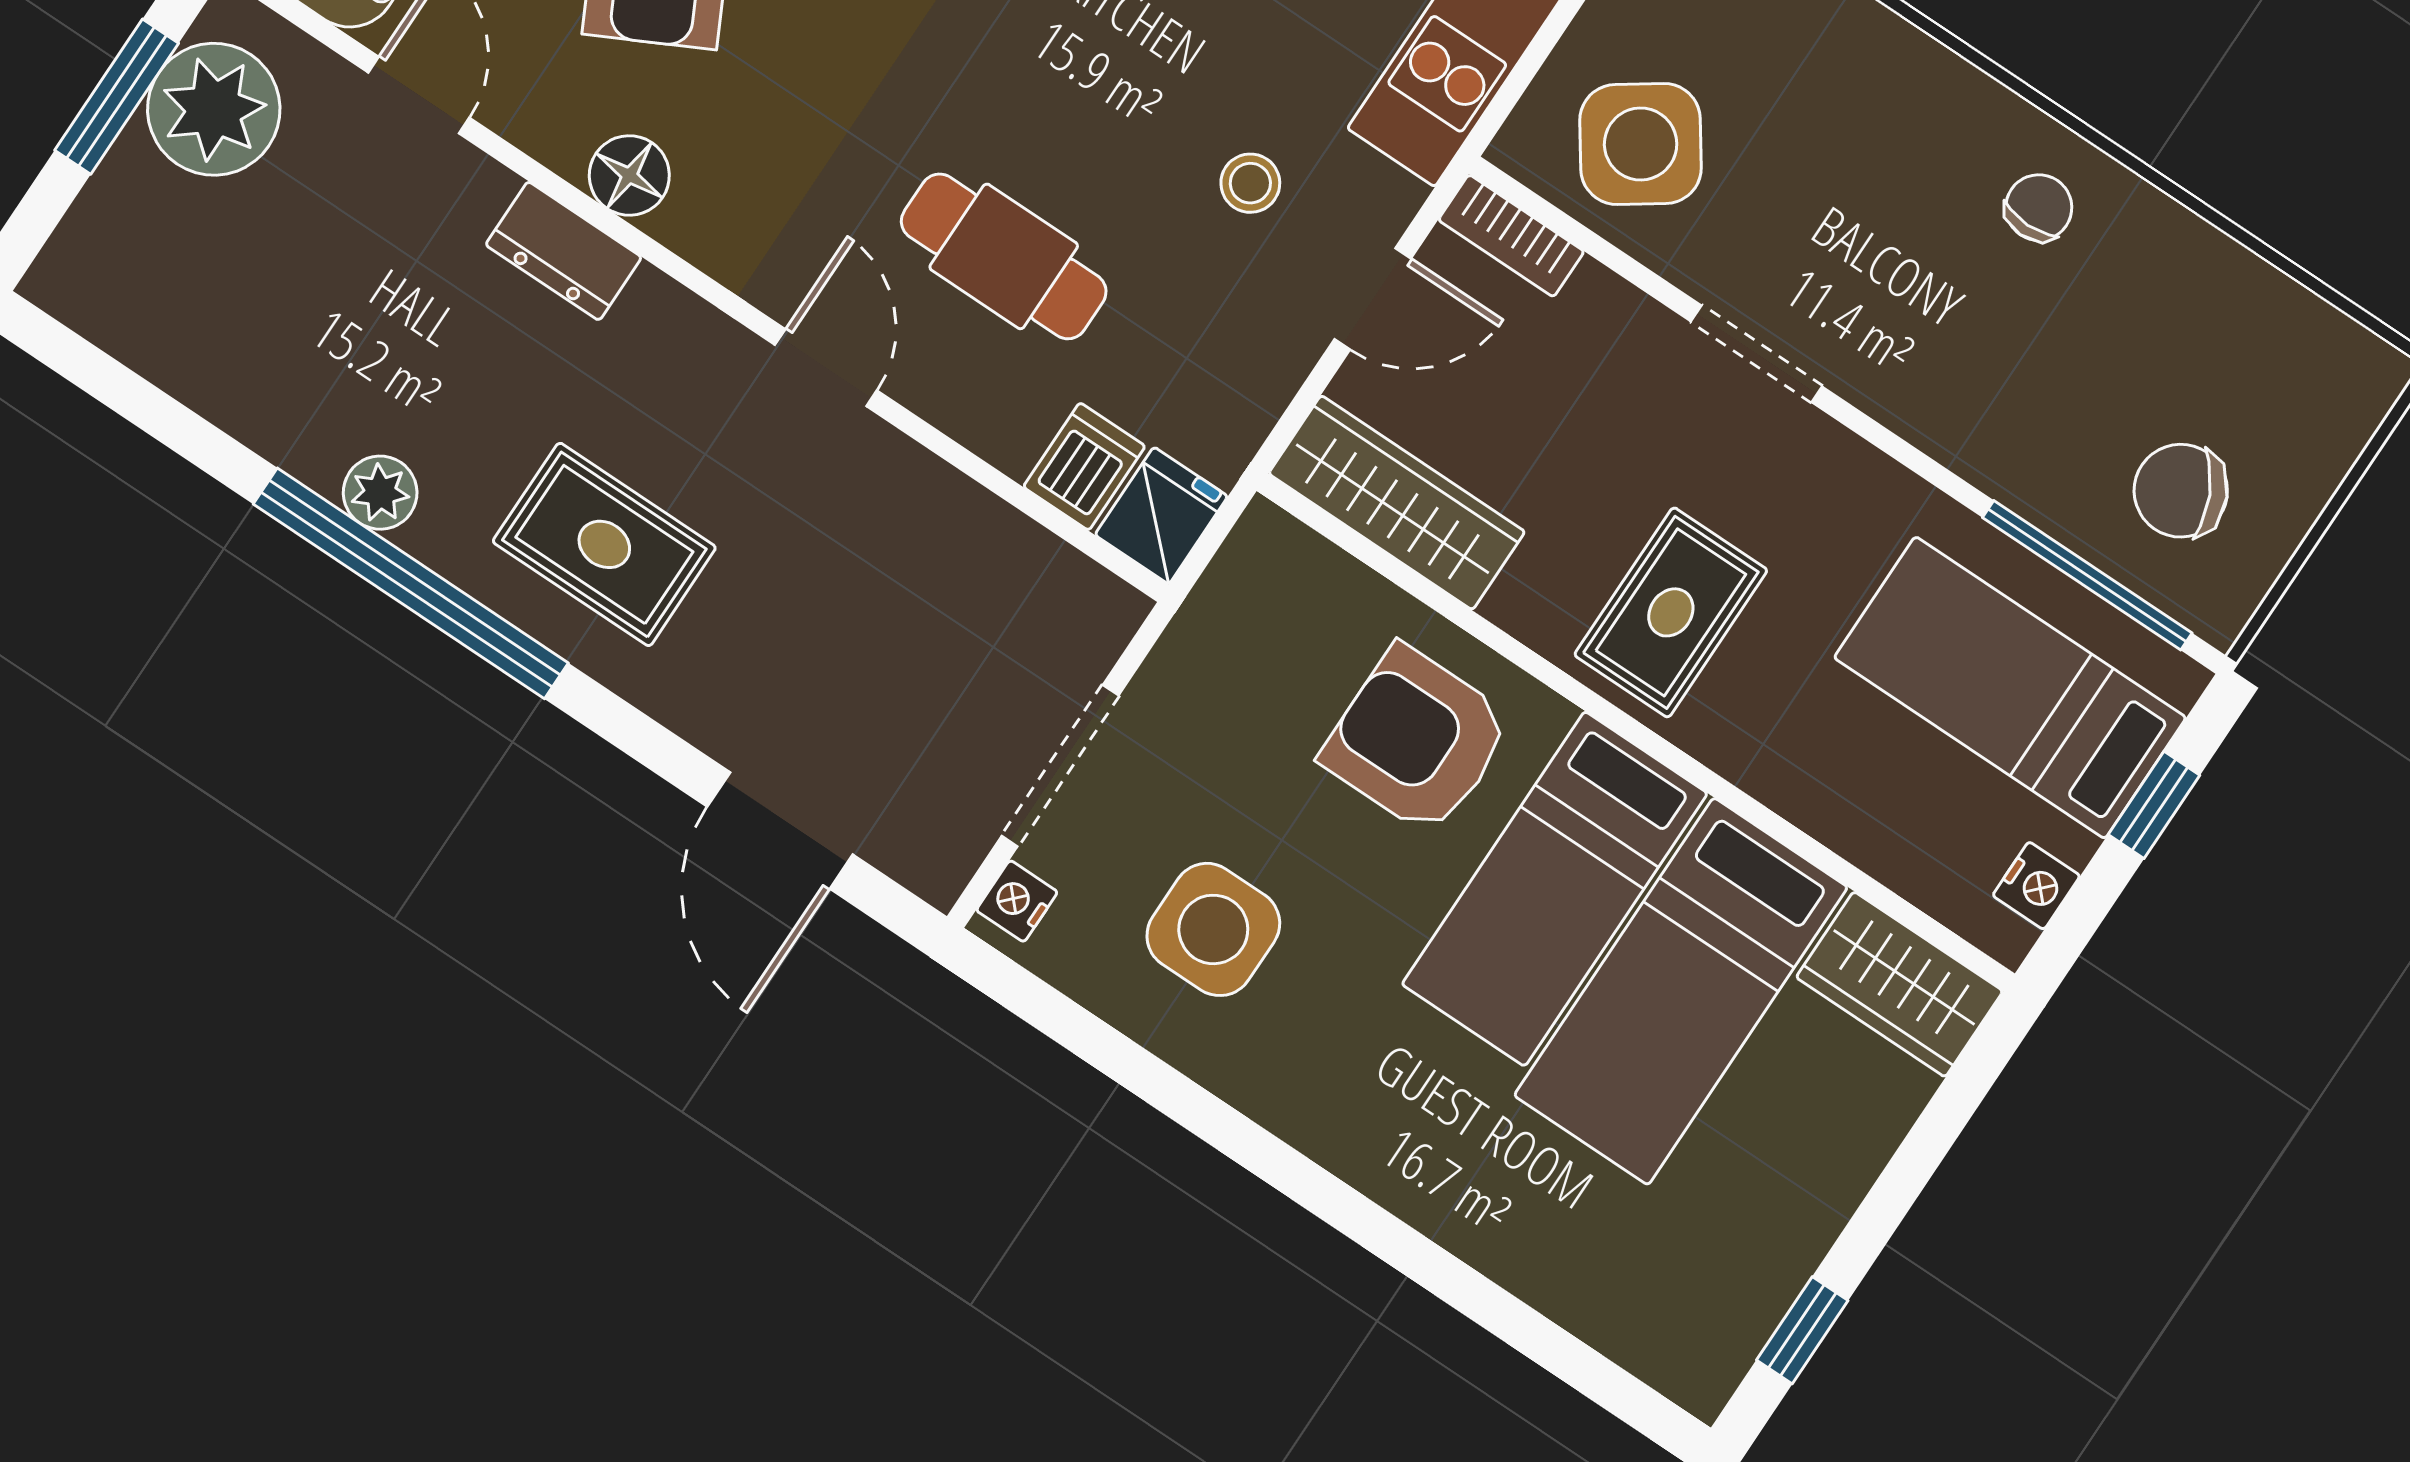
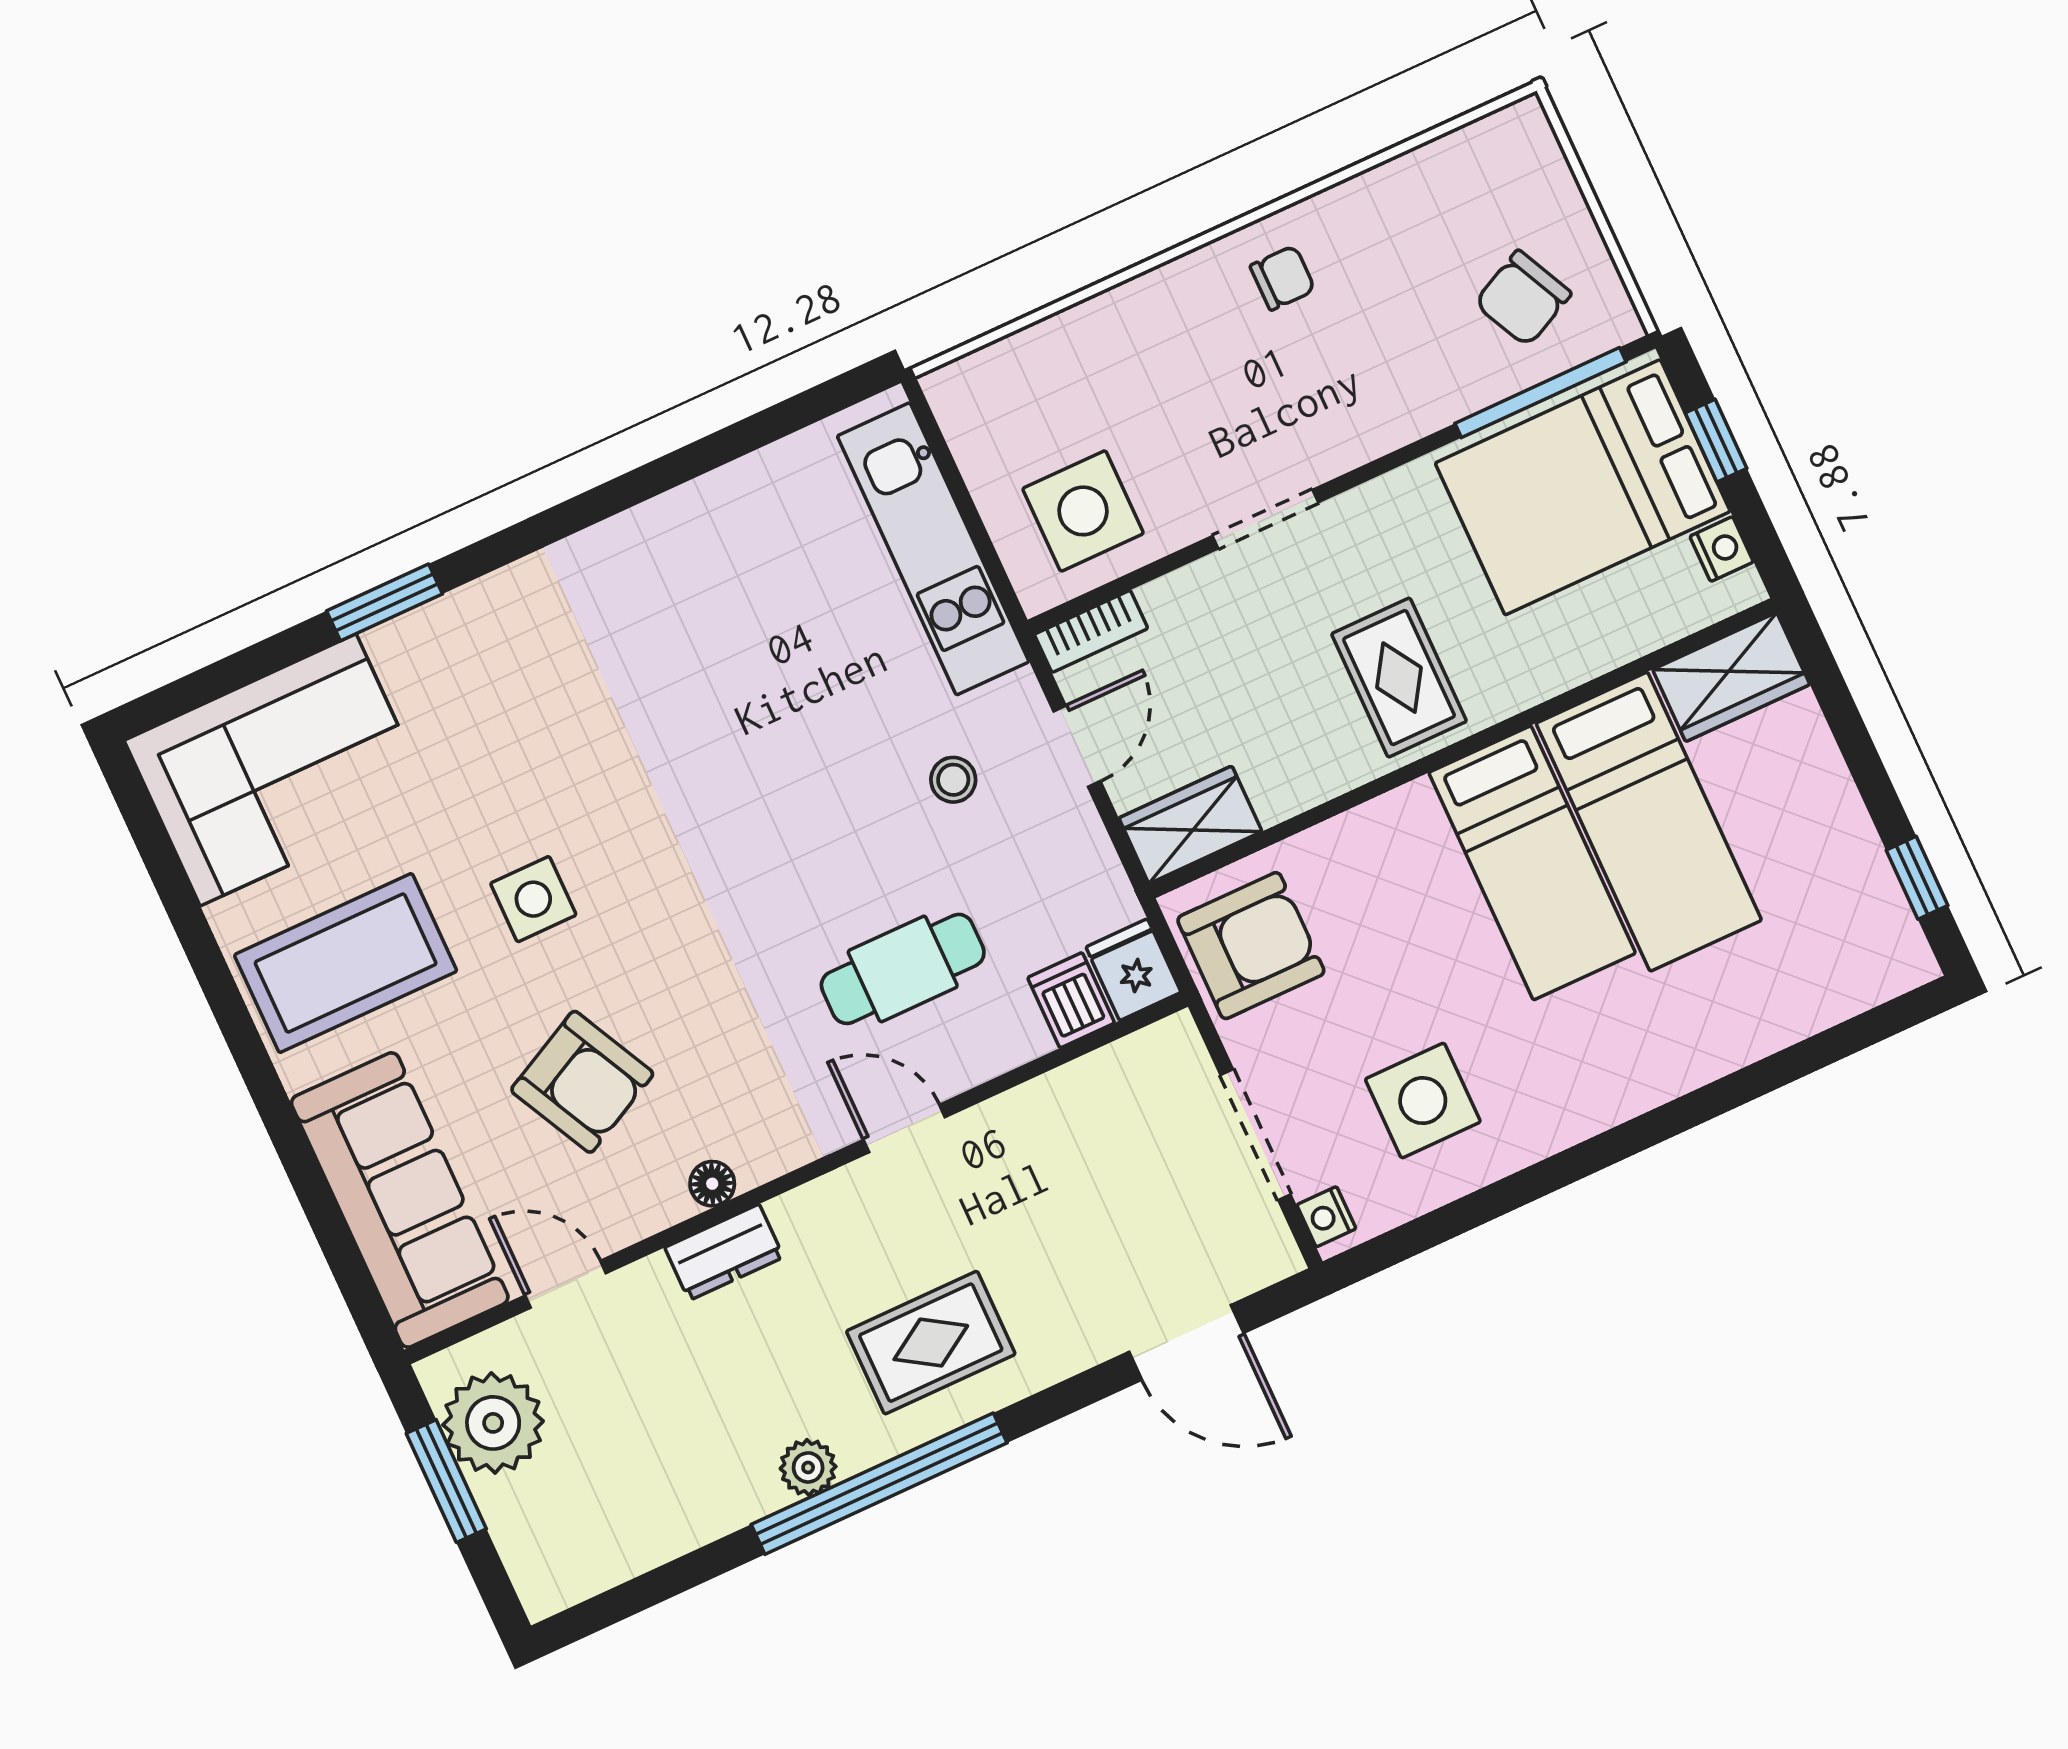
side table: (1641, 144) -> (1083, 511), turned 35
floor lamp: (629, 175) -> (712, 1184), width x0.73, depth x0.73
chair: (2039, 208) -> (1283, 278), turned 90
wardrobe: (1397, 503) -> (1190, 825), width x0.67
bed: (2010, 688) -> (1583, 487), width x1.50
armchair: (1417, 740) -> (1251, 946), moved, turned 180

